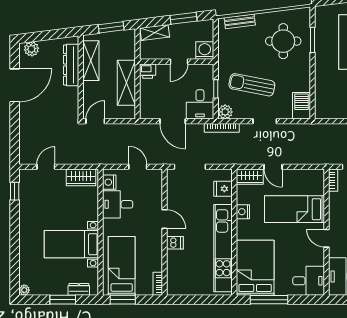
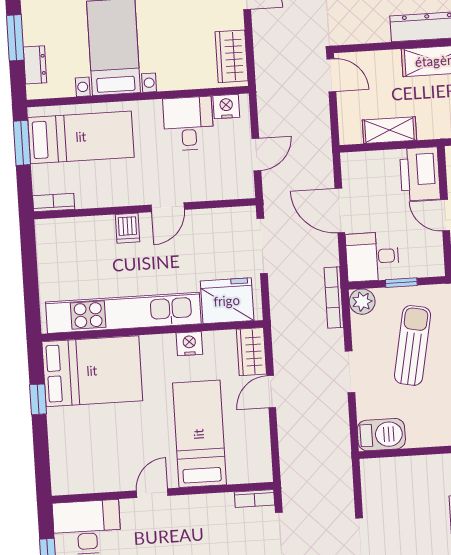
printer: (148, 71) -> (420, 174), width x1.87, depth x1.48
shelving: (126, 83) -> (389, 130), width x0.67, depth x0.75
door: (173, 121) -> (340, 211), hinge flipped
fridge: (223, 189) -> (227, 301), width x1.88, depth x1.34
desk: (309, 281) -> (76, 466), removed
window: (269, 300) -> (38, 399), width x0.46

